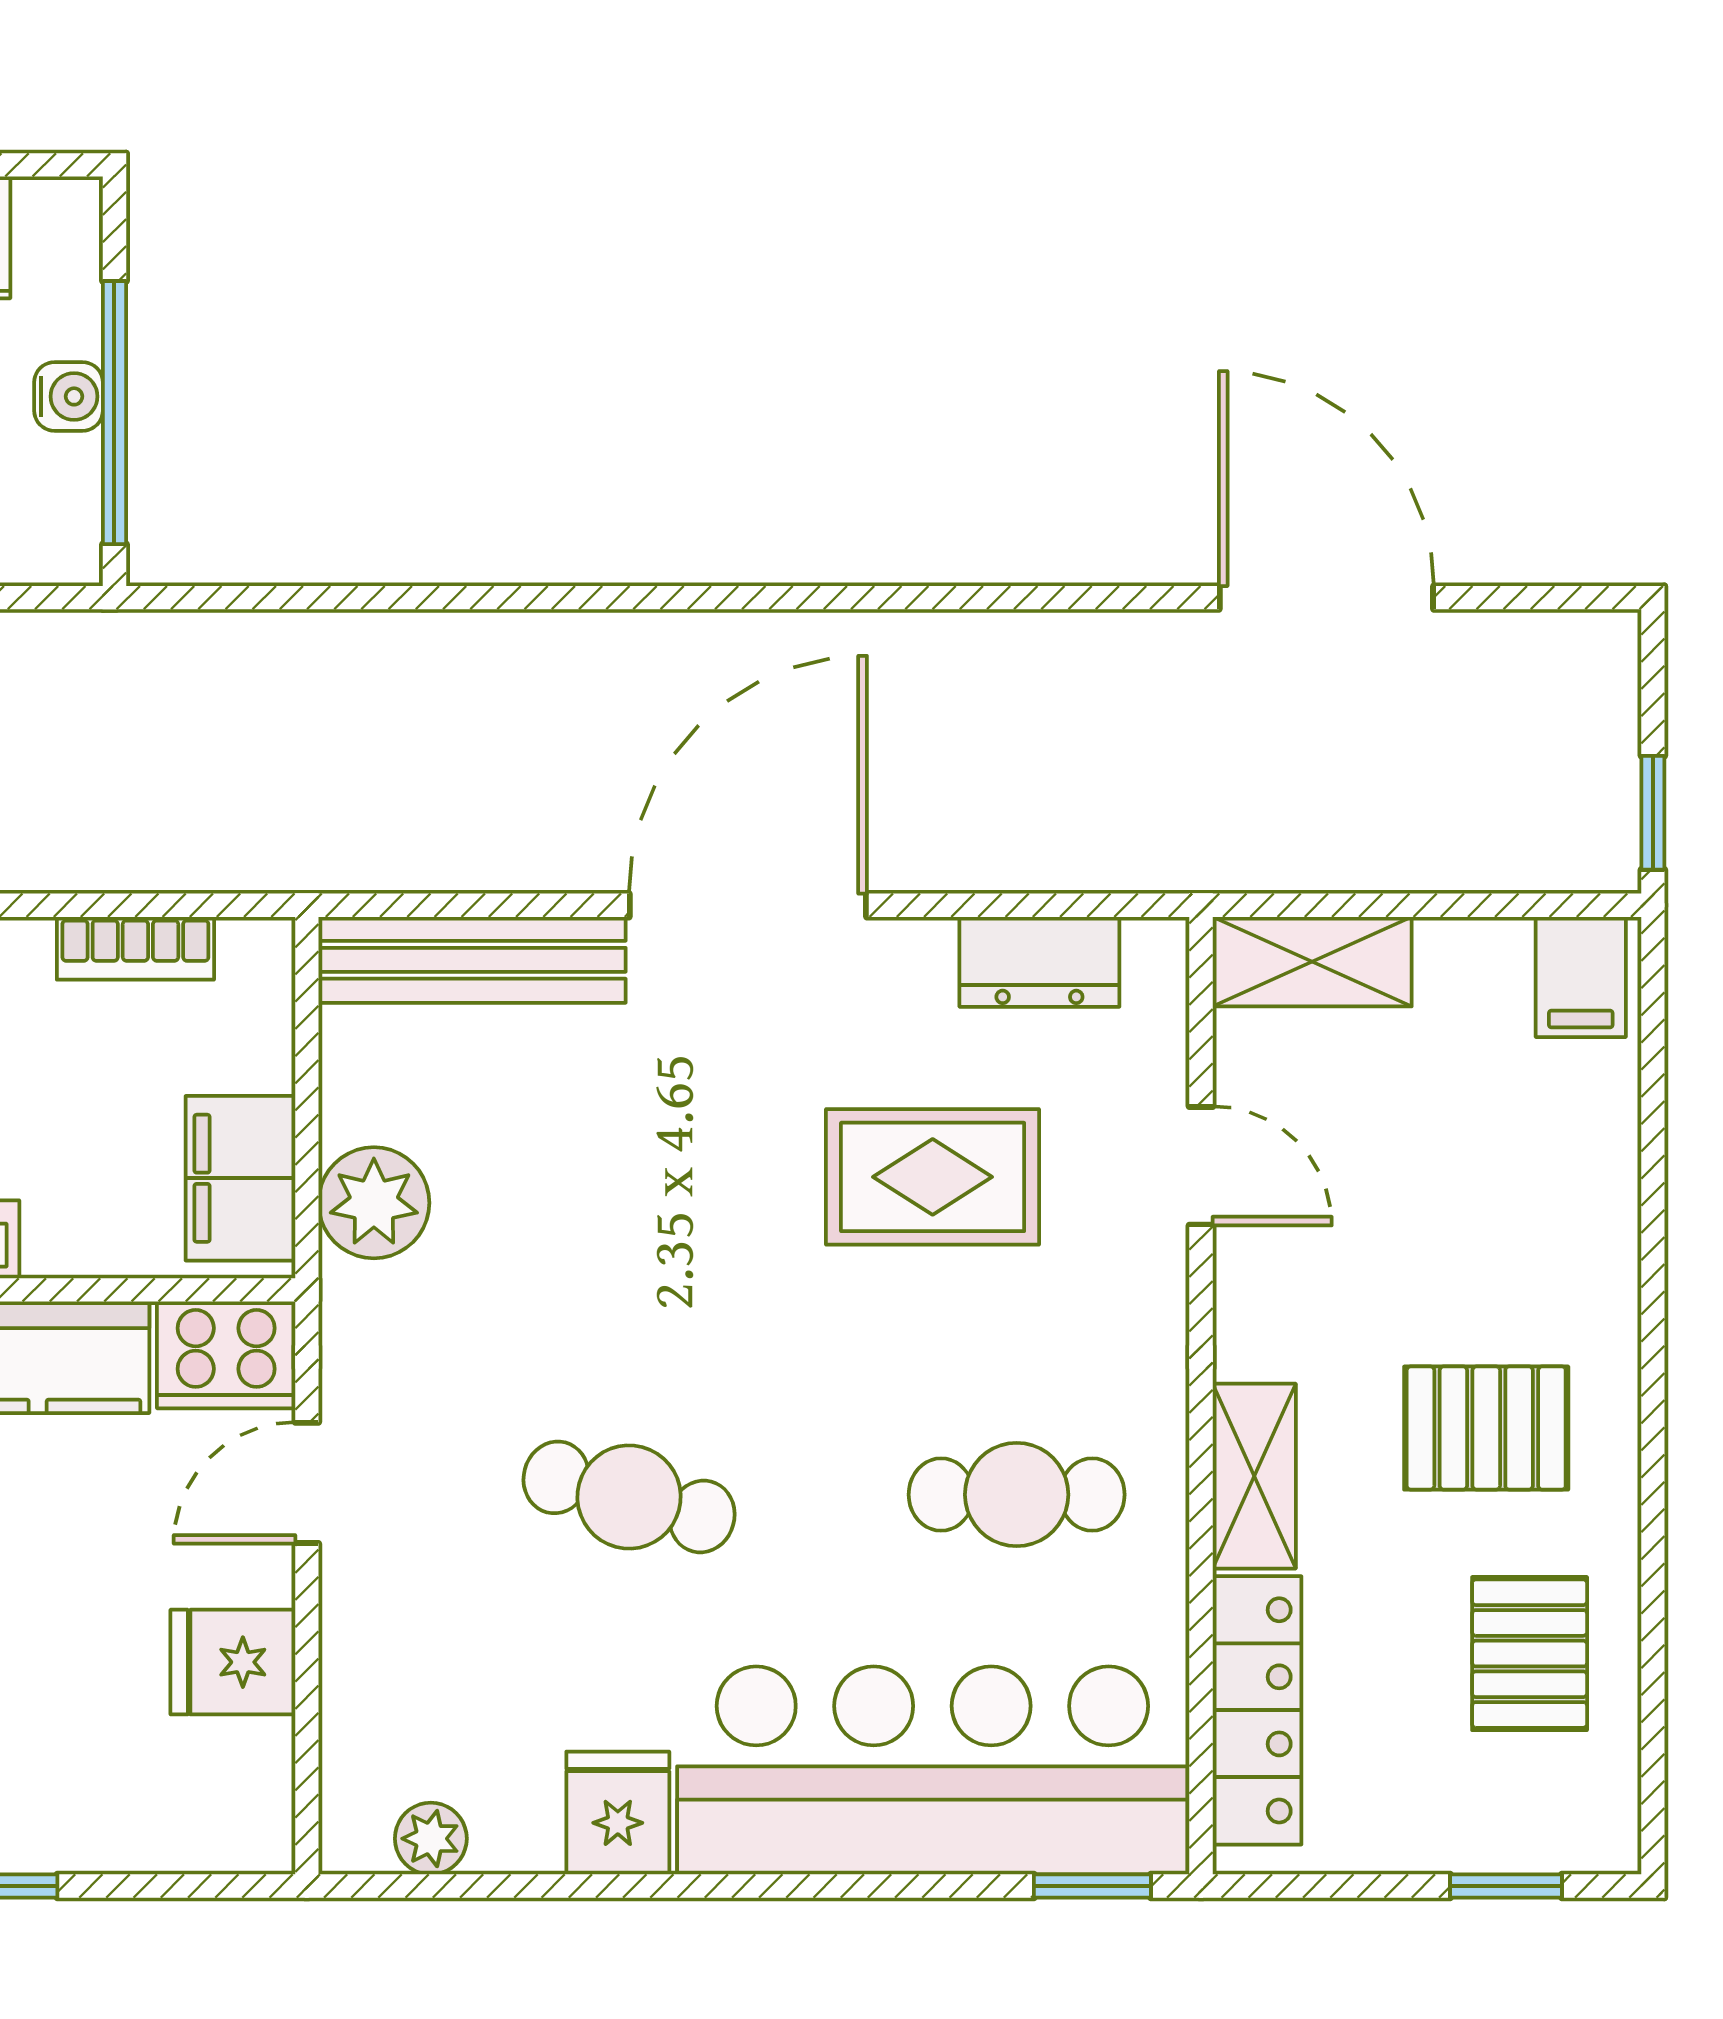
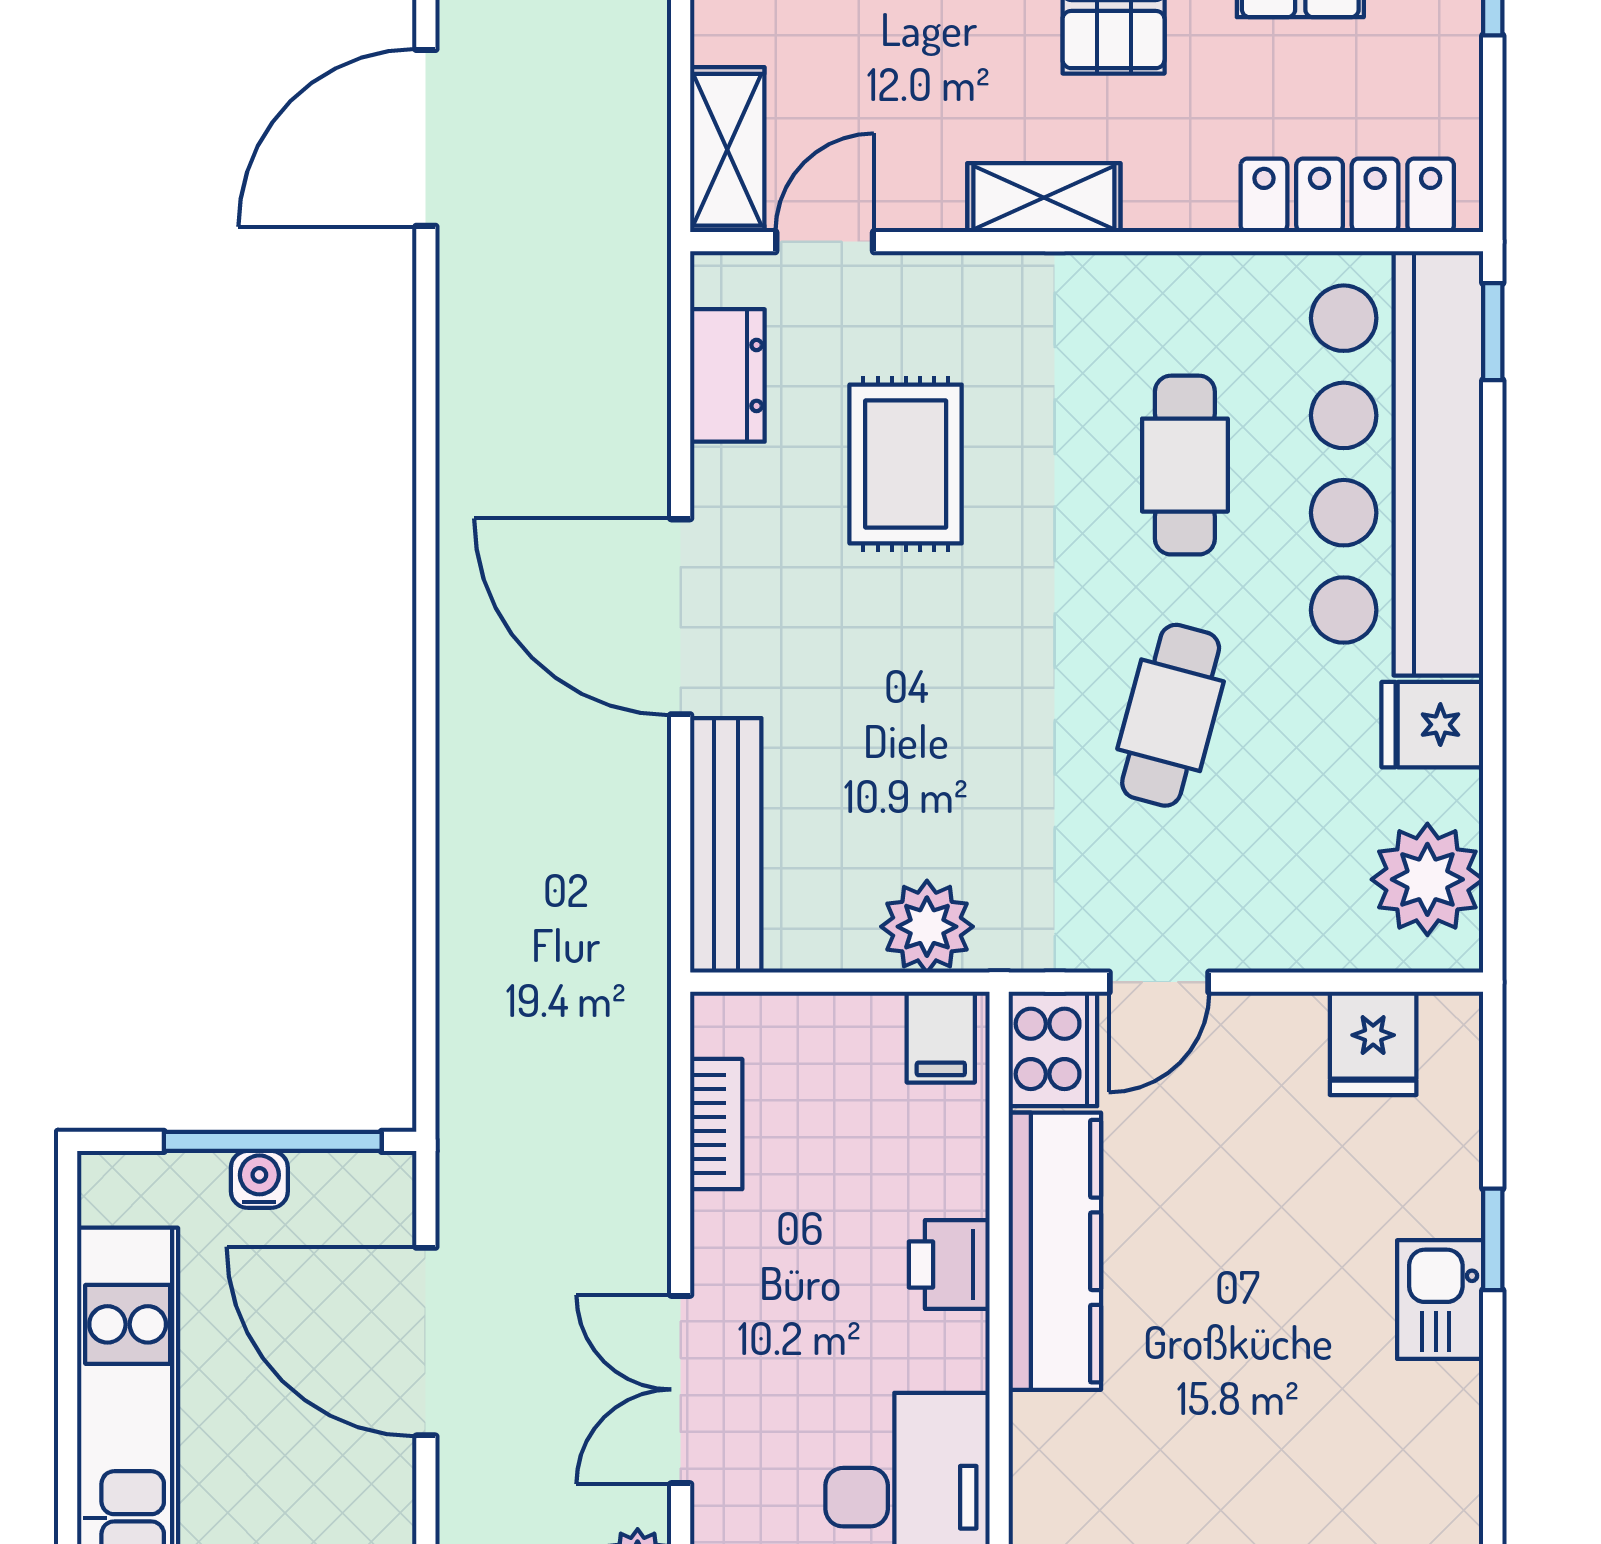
door: (1201, 1166) -> (825, 242), moved
filing cabinet: (240, 1178) -> (941, 1037), width x0.50
shelving: (1254, 1476) -> (1044, 198), moved
door: (307, 1483) -> (1159, 982), hinge flipped
cafe table: (1017, 1495) -> (1185, 465), moved
fridge: (233, 1662) -> (1373, 1043), moved
plant: (431, 1839) -> (1427, 879), width x1.88, depth x1.88

